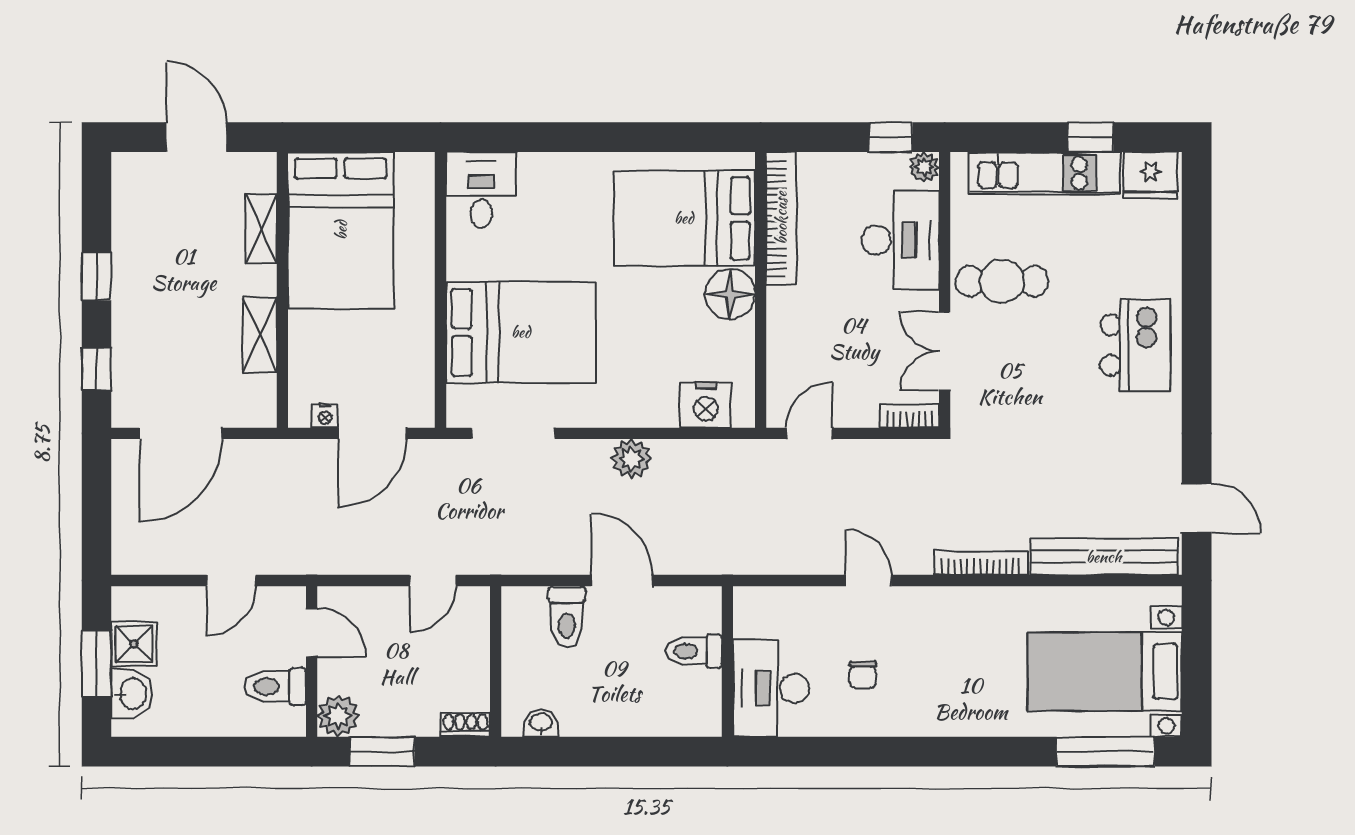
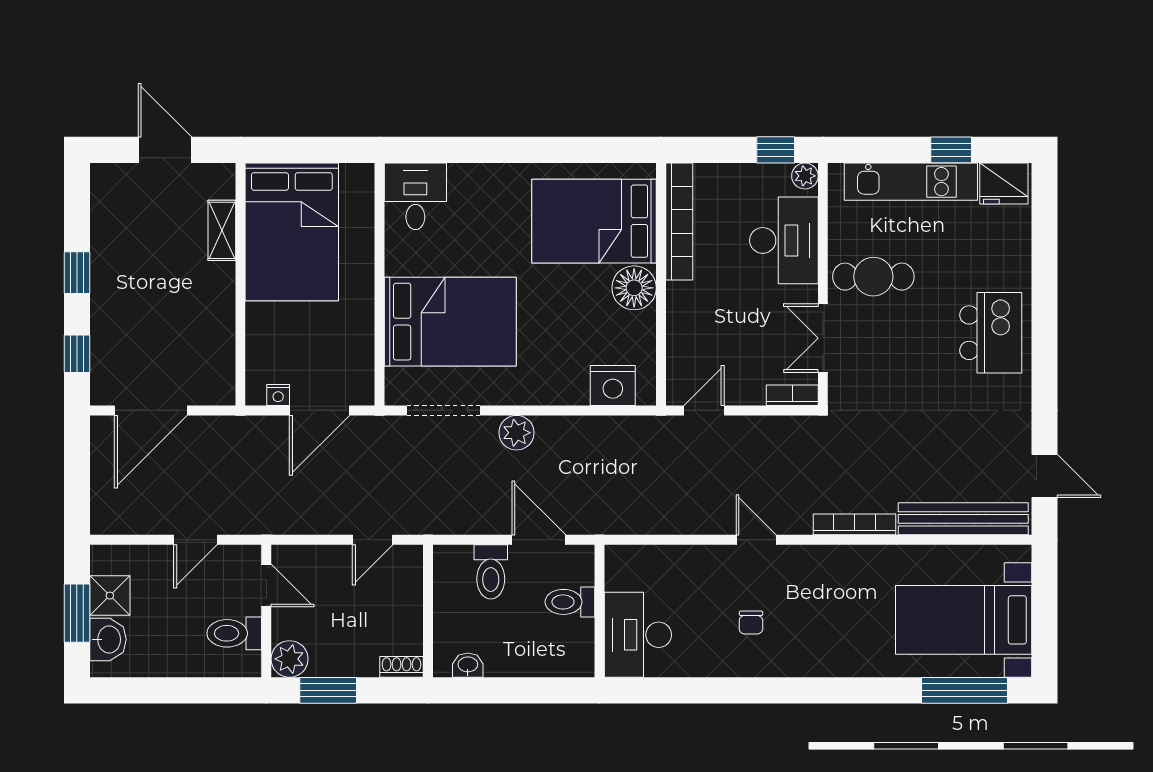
shelving: (260, 335) -> (221, 324), removed
plant: (631, 459) -> (516, 433), moved
toilet: (694, 651) -> (570, 602), moved
wall: (727, 661) -> (600, 611), moved
desk: (771, 688) -> (638, 635), moved

